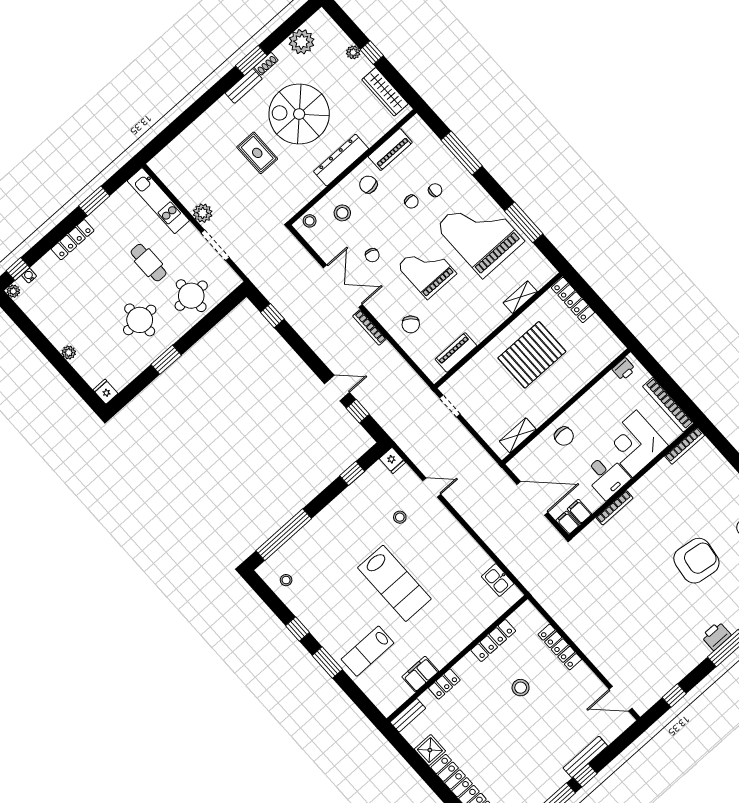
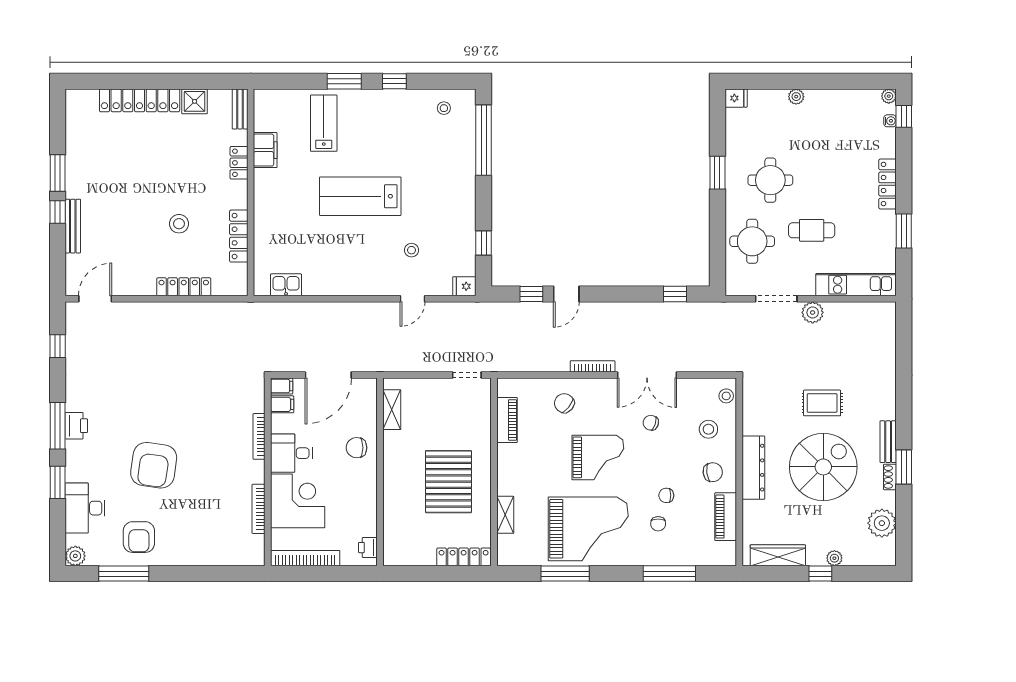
bookcase: (685, 446) -> (259, 509), moved

